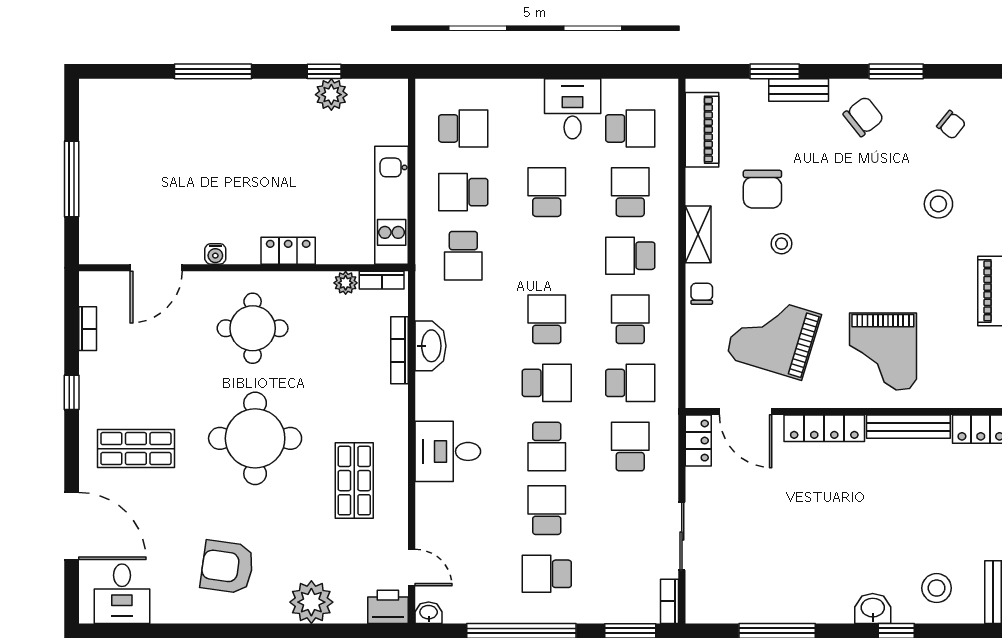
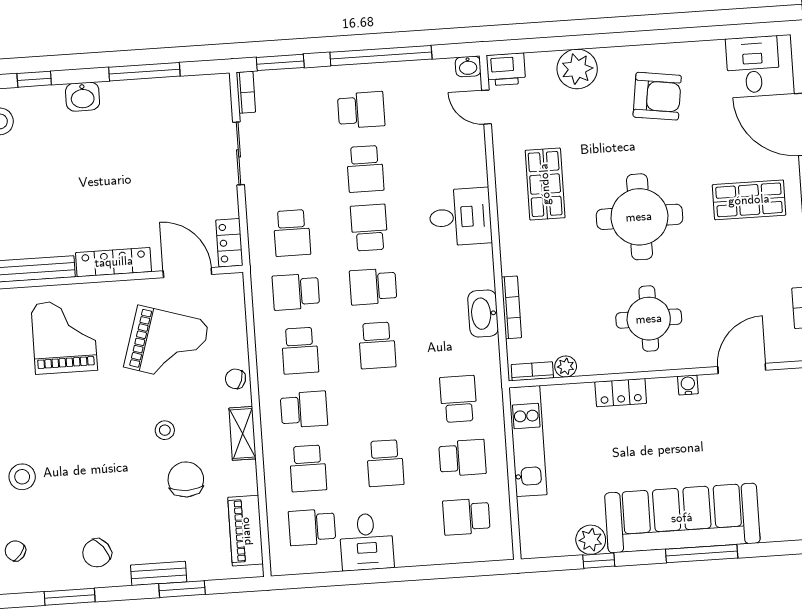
sofa: (231, 111) -> (682, 518), added
chair: (702, 294) -> (235, 379), turned 108
washbasin: (873, 608) -> (83, 97), moved

